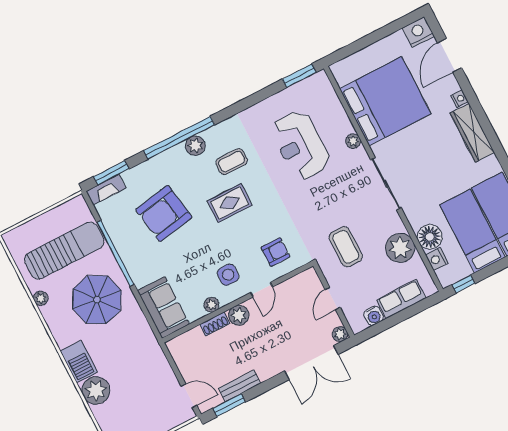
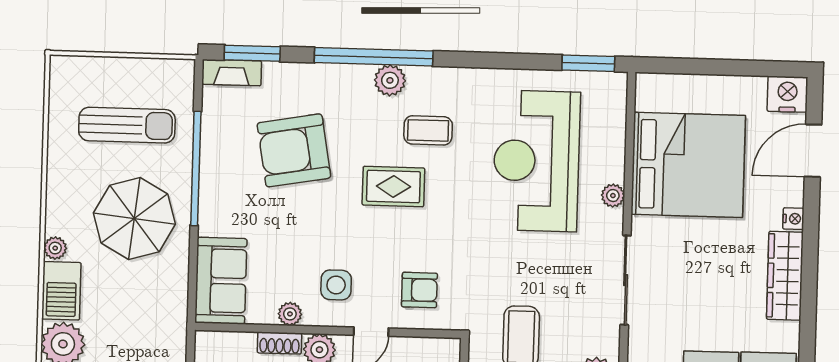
reception desk: (301, 145) -> (536, 161), width x1.36, depth x1.30
sun lounger: (64, 251) -> (127, 125), width x0.73, depth x0.75
plant: (41, 298) -> (55, 248), moved

